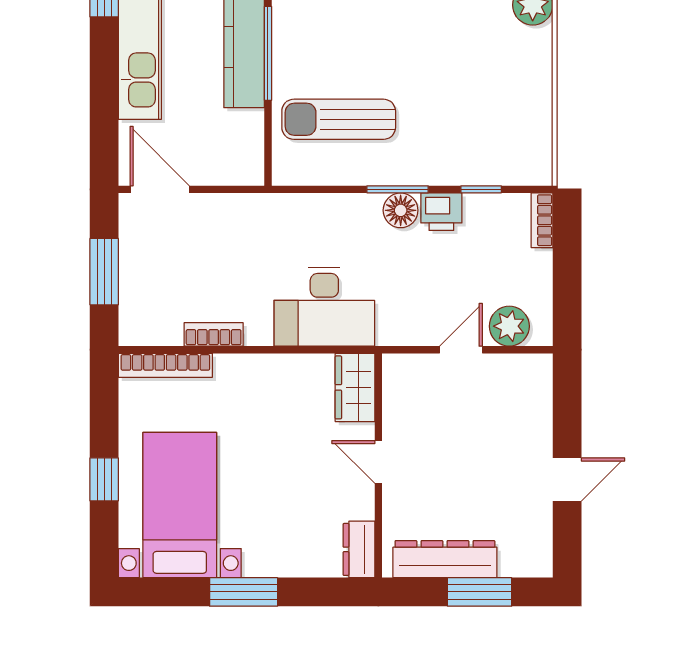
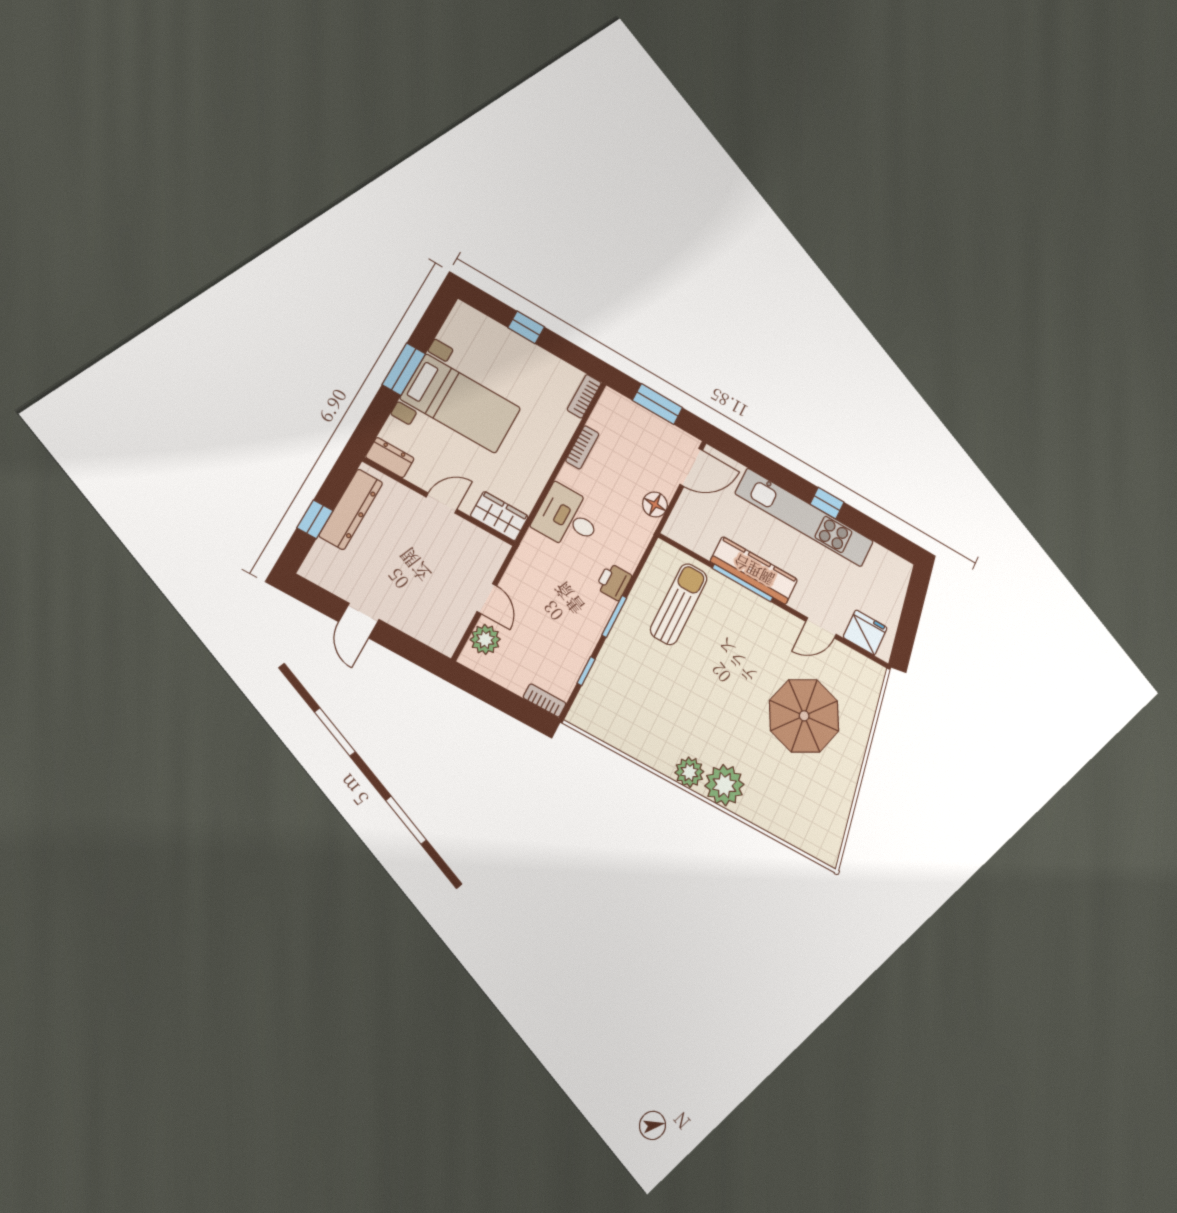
floor lamp: (401, 210) -> (655, 505), moved
printer: (441, 212) -> (614, 582), moved
desk: (324, 307) -> (568, 518), width x0.73
bookcase: (165, 365) -> (584, 396), width x0.64
bed with nightstands: (180, 505) -> (460, 403), moved
window: (480, 592) -> (315, 519), width x0.67

